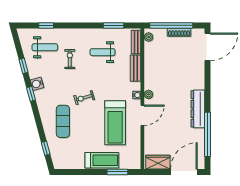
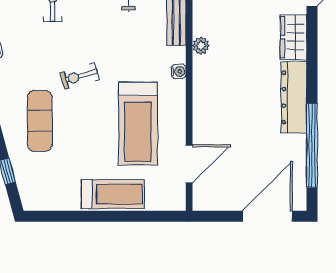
plant: (149, 94) -> (201, 46), moved
door: (142, 115) -> (189, 164), moved
wardrobe: (158, 162) -> (293, 37), moved, turned -90
window: (117, 172) -> (142, 216), removed

